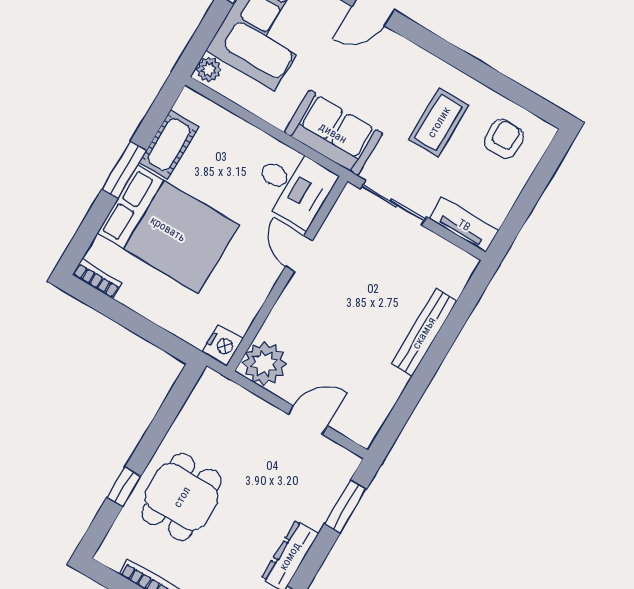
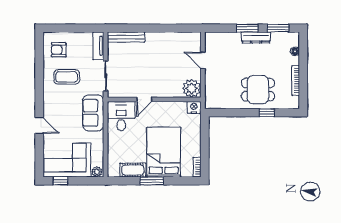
bench: (424, 333) -> (126, 37), moved
window: (345, 507) -> (247, 28), moved

